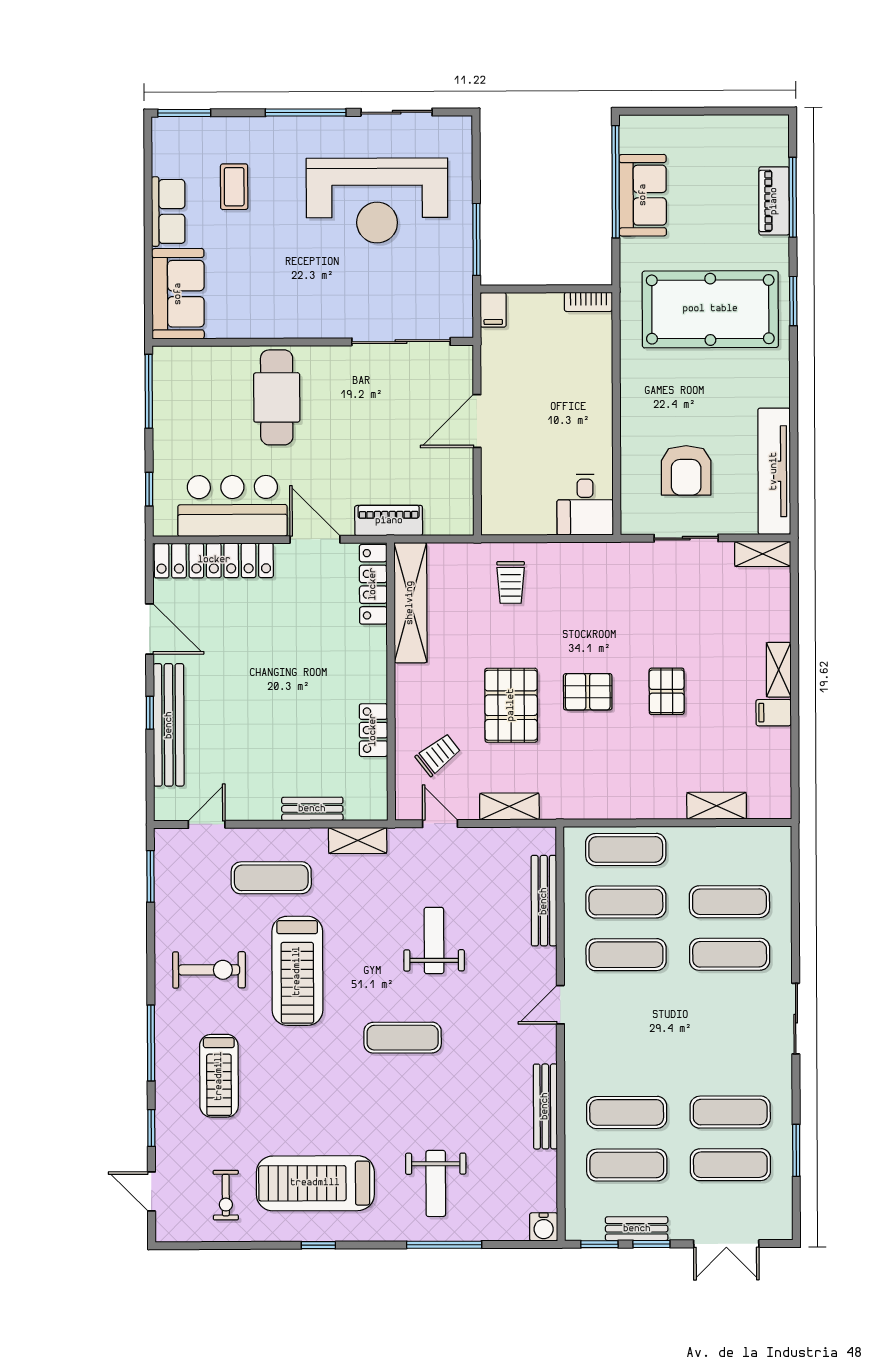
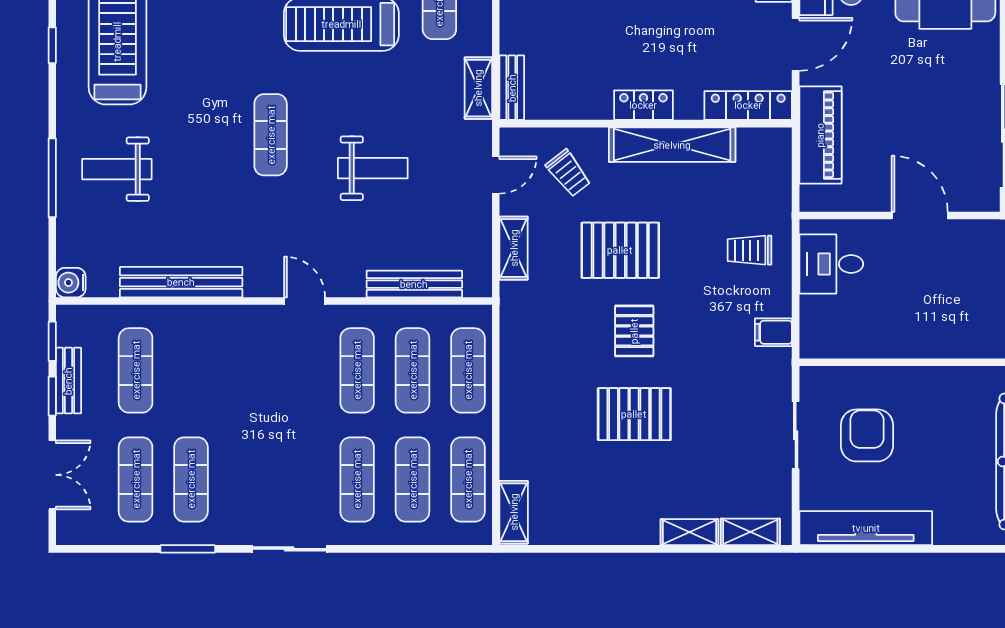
armchair: (686, 470) -> (867, 435), turned 90
desk: (585, 505) -> (831, 264), moved
piano: (389, 521) -> (820, 135), width x1.37, depth x1.33
shelving: (763, 554) -> (750, 532), moved, turned 90
shelving: (410, 603) -> (672, 145), moved
shelving: (779, 670) -> (690, 532), moved
pallet: (667, 691) -> (634, 414), width x1.50, depth x1.42
filing cabinet: (774, 713) -> (773, 332), moved, turned -90
locker: (373, 730) -> (643, 105), moved
shelving: (717, 806) -> (514, 512), moved
bench: (312, 809) -> (512, 88), moved
bench: (545, 1106) -> (181, 282), width x1.37, depth x1.21
exercise mat: (627, 1112) -> (468, 479), moved
window: (796, 1150) -> (188, 549), moved
double door: (726, 1244) -> (52, 475), swing flipped

